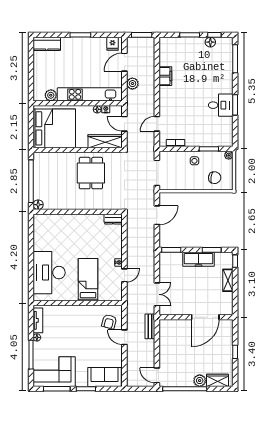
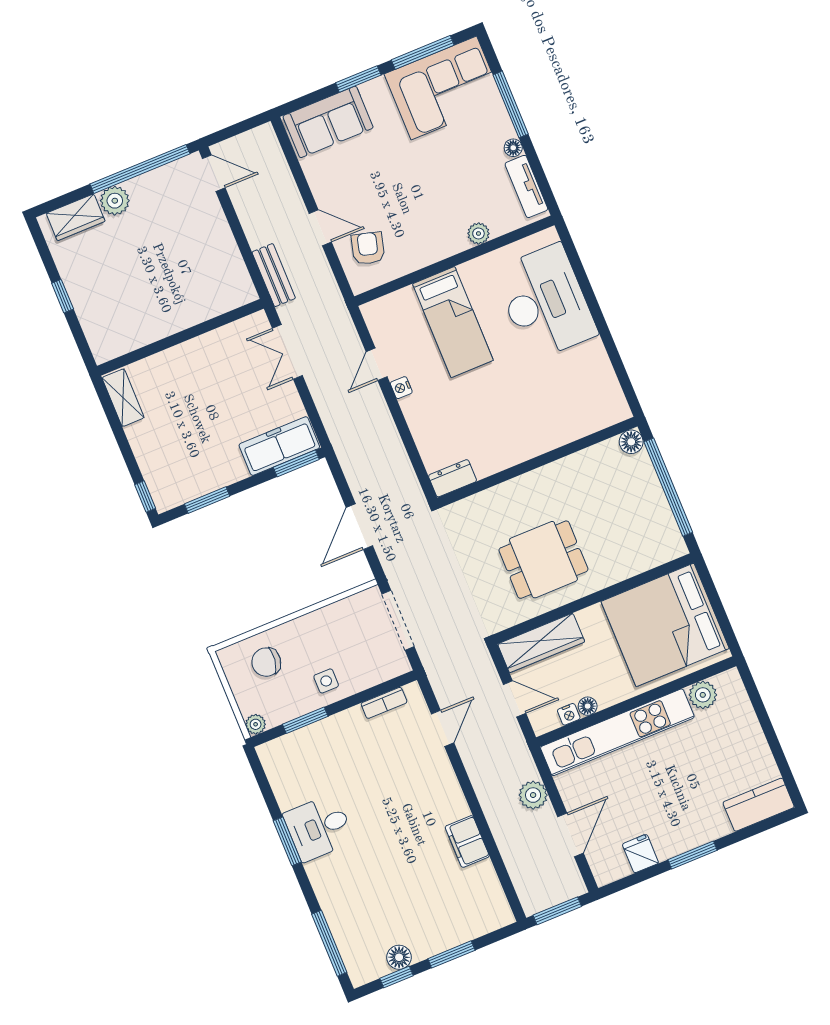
fridge: (113, 44) -> (640, 854), moved
dining table: (91, 173) -> (543, 560), turned 90
freezer: (199, 259) -> (279, 446), moved
shelving: (228, 280) -> (123, 398), moved
plant: (64, 310) -> (478, 233), added
door: (205, 317) -> (160, 346), removed

